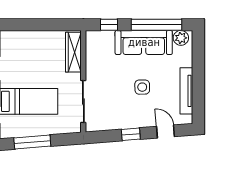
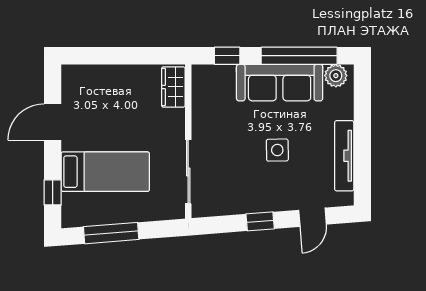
wardrobe: (73, 52) -> (173, 87), width x0.67
door: (165, 132) -> (313, 217), swing flipped

